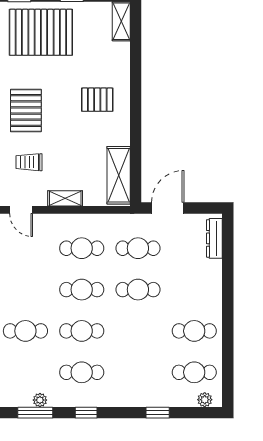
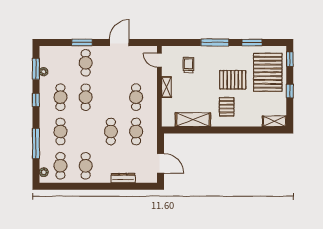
pallet: (26, 110) -> (233, 80), moved
shelving: (119, 175) -> (193, 120), moved
door: (168, 208) -> (161, 163), moved
door: (21, 210) -> (159, 60), hinge flipped
dresser: (214, 238) -> (123, 178), moved
cafe table: (82, 290) -> (60, 131), moved
window: (158, 413) -> (36, 143), width x2.17

